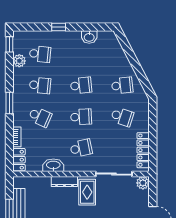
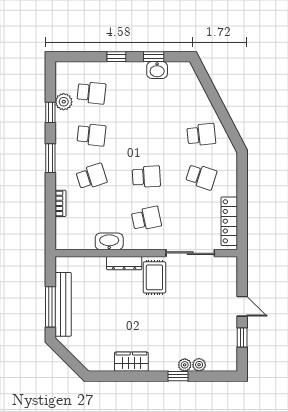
window: (87, 27) -> (154, 57), added
window: (9, 44) -> (50, 112), moved
school desk: (81, 85) -> (146, 135), removed
school desk: (40, 117) -> (91, 177), turned -42
locker: (19, 160) -> (63, 234), removed
plant: (143, 183) -> (229, 265), removed

